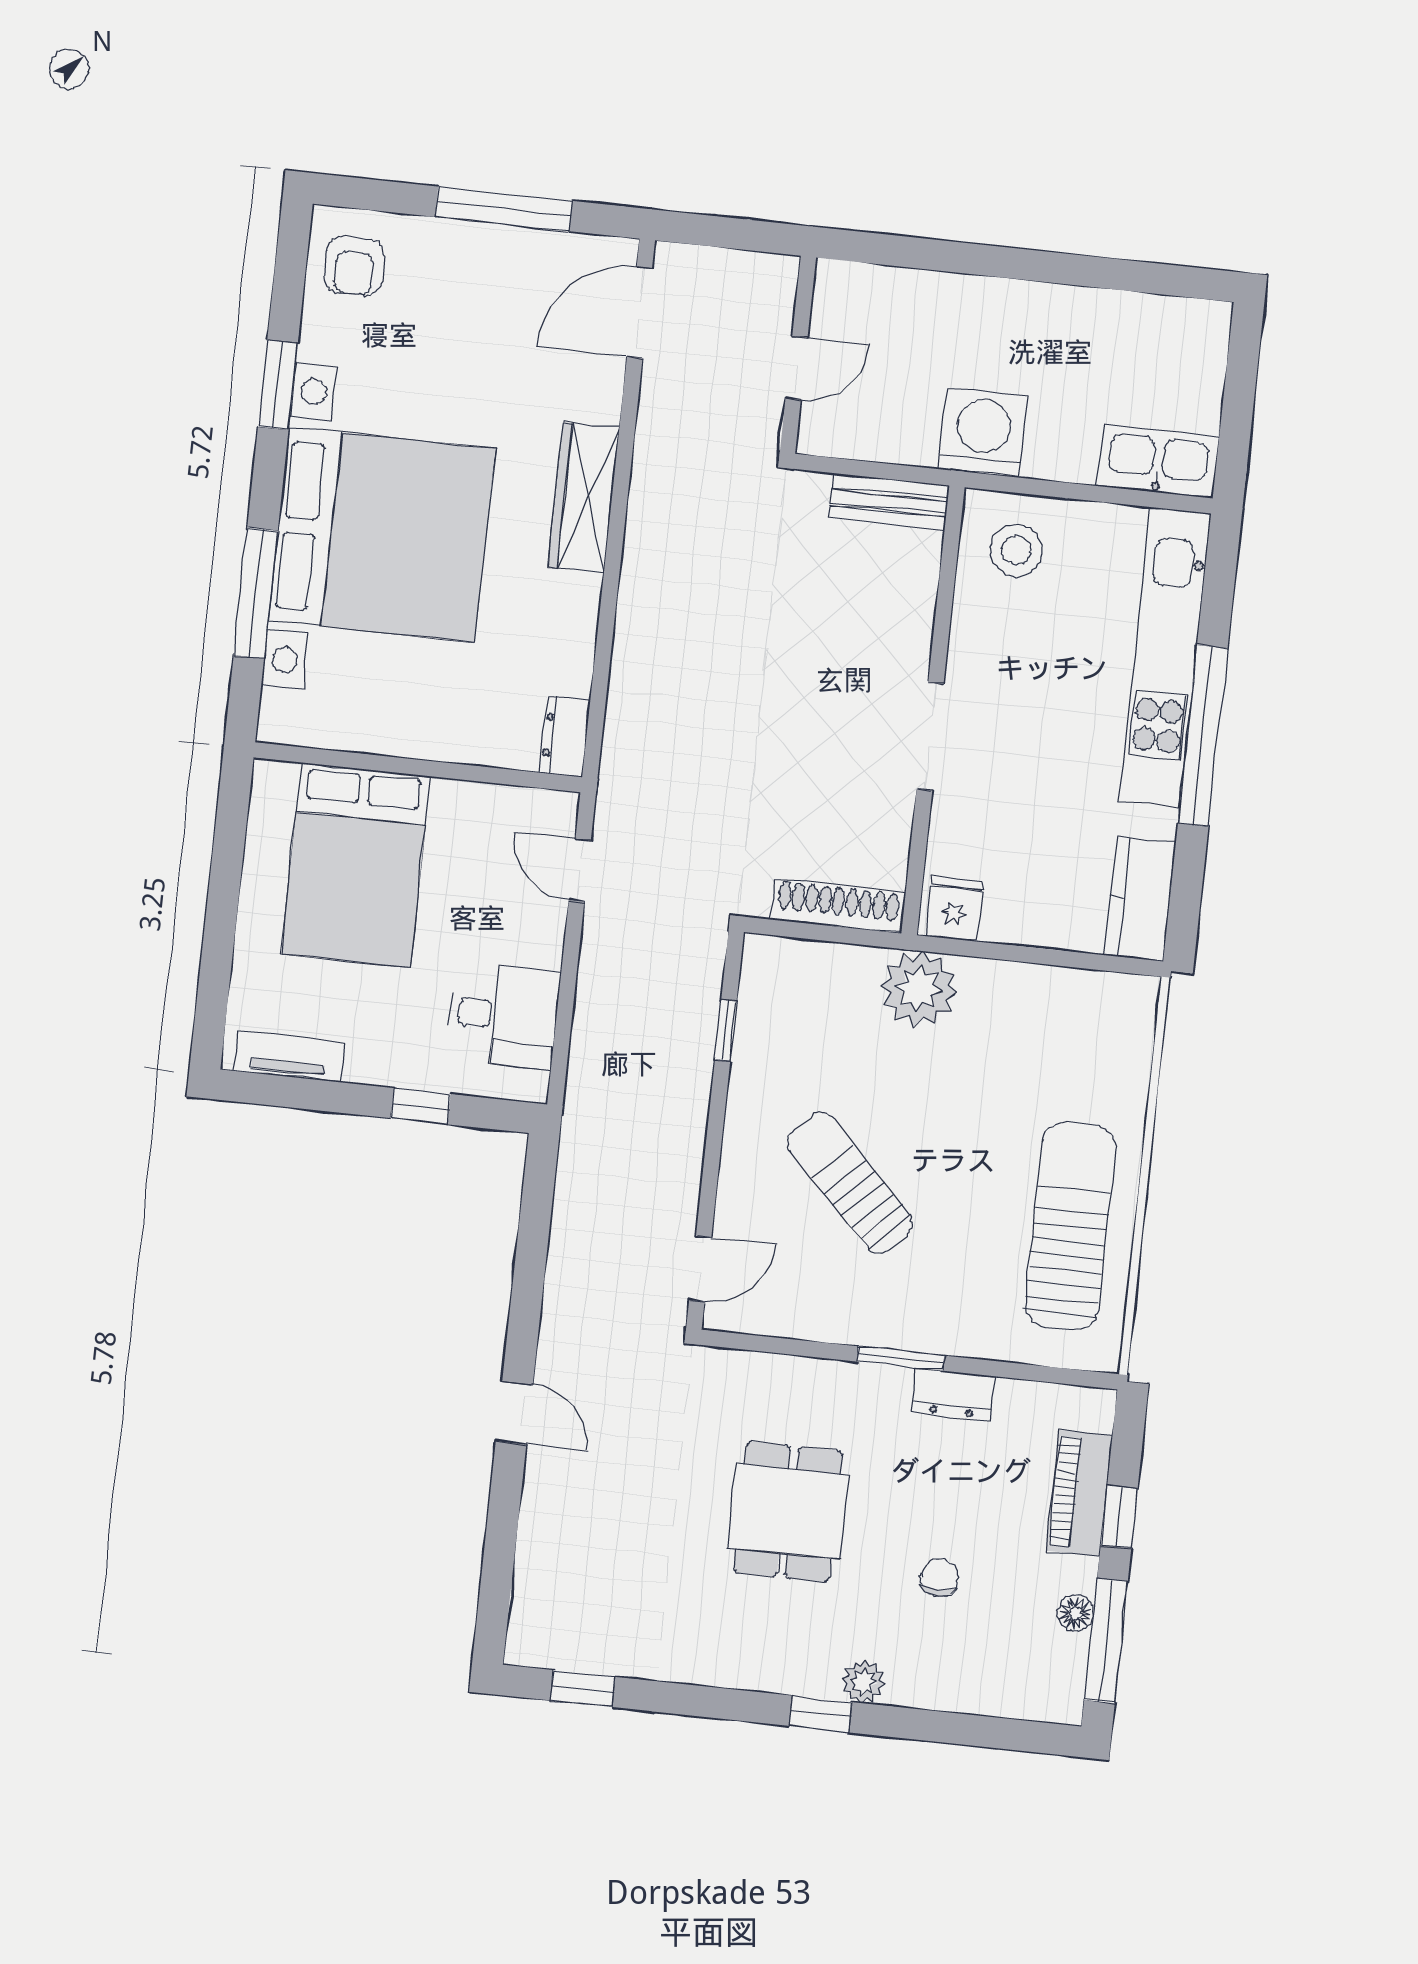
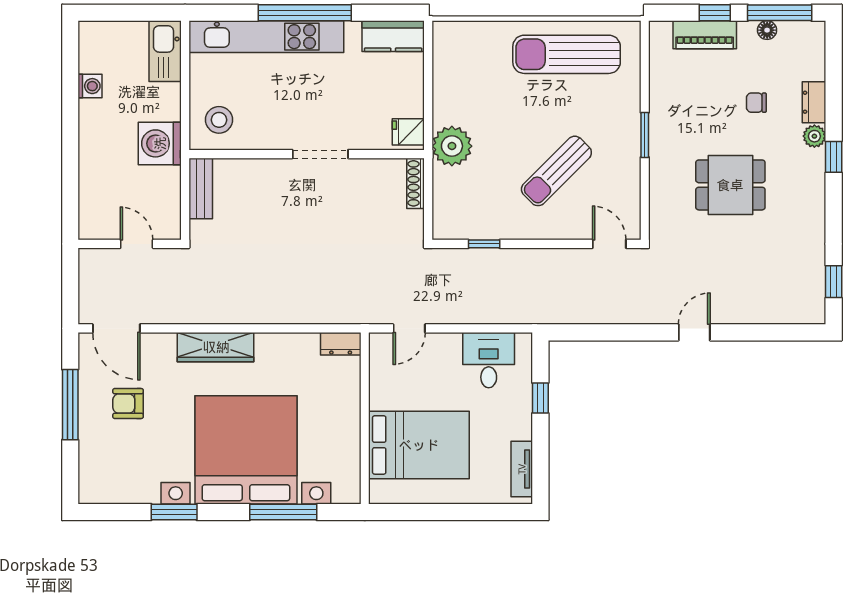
armchair: (354, 266) -> (128, 404), moved, turned 180
washing machine: (1107, 311) -> (90, 86), added
shoe rack: (838, 906) -> (416, 183), width x0.74, depth x0.81
dresser: (953, 1394) -> (814, 102), moved, turned 180

